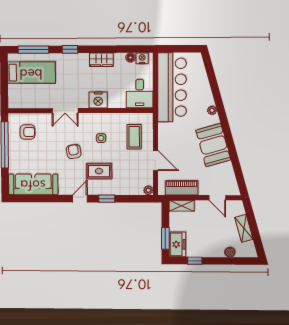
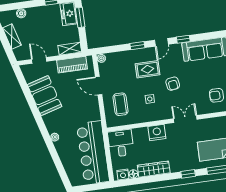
wardrobe: (101, 60) -> (154, 169), width x1.50
booth: (213, 145) -> (45, 96), moved
window: (56, 199) -> (183, 39), added

